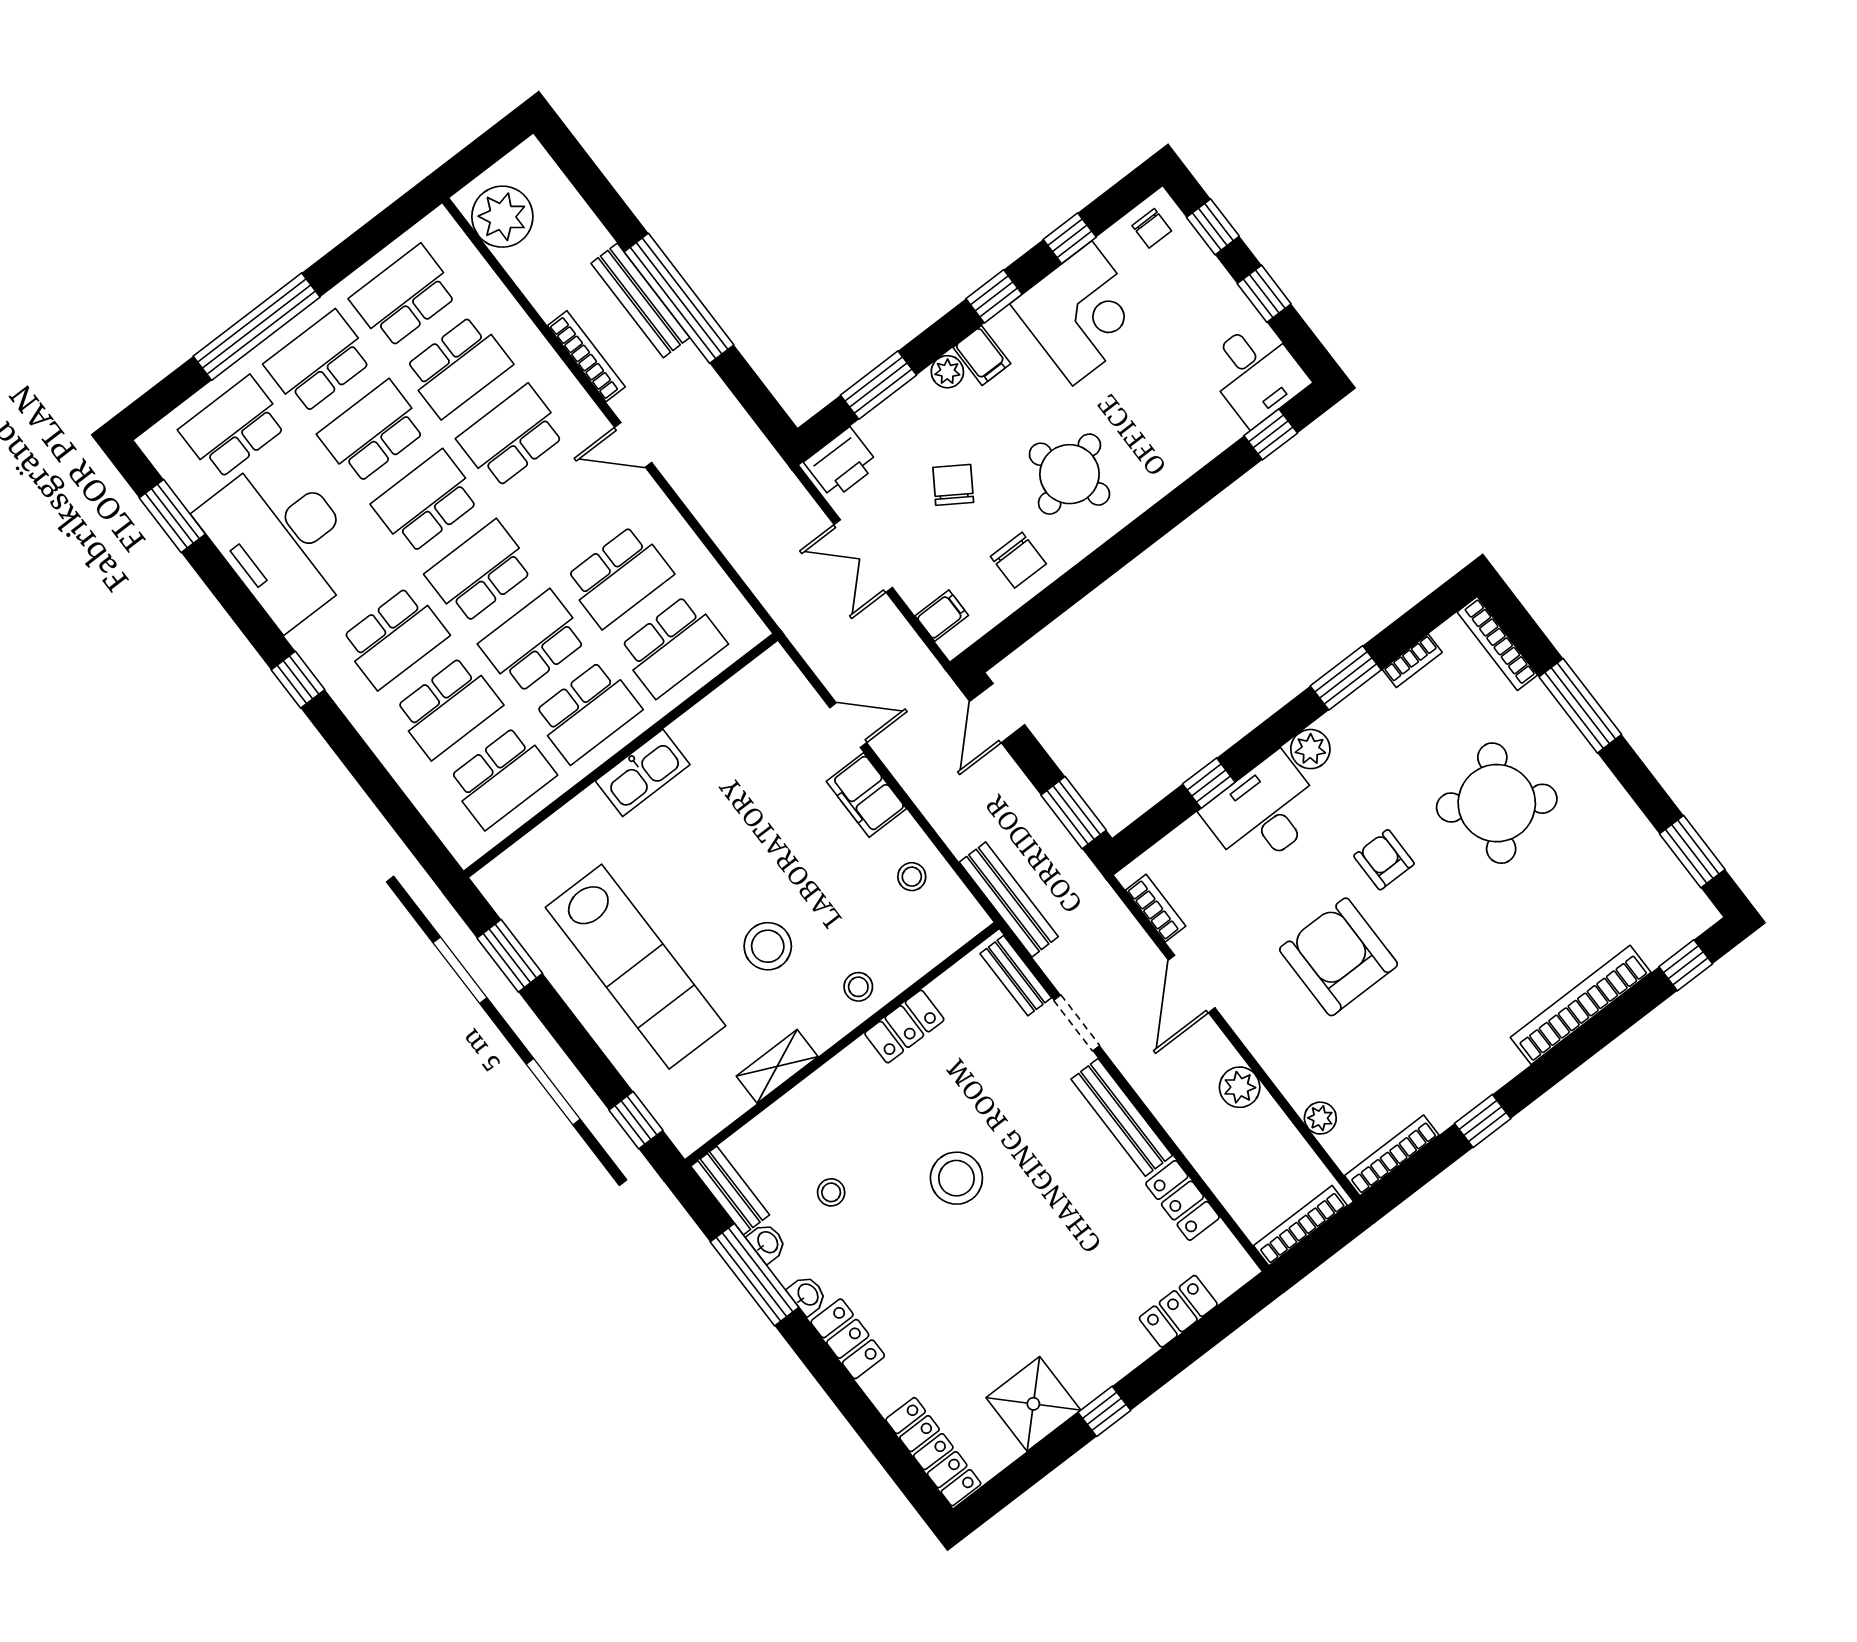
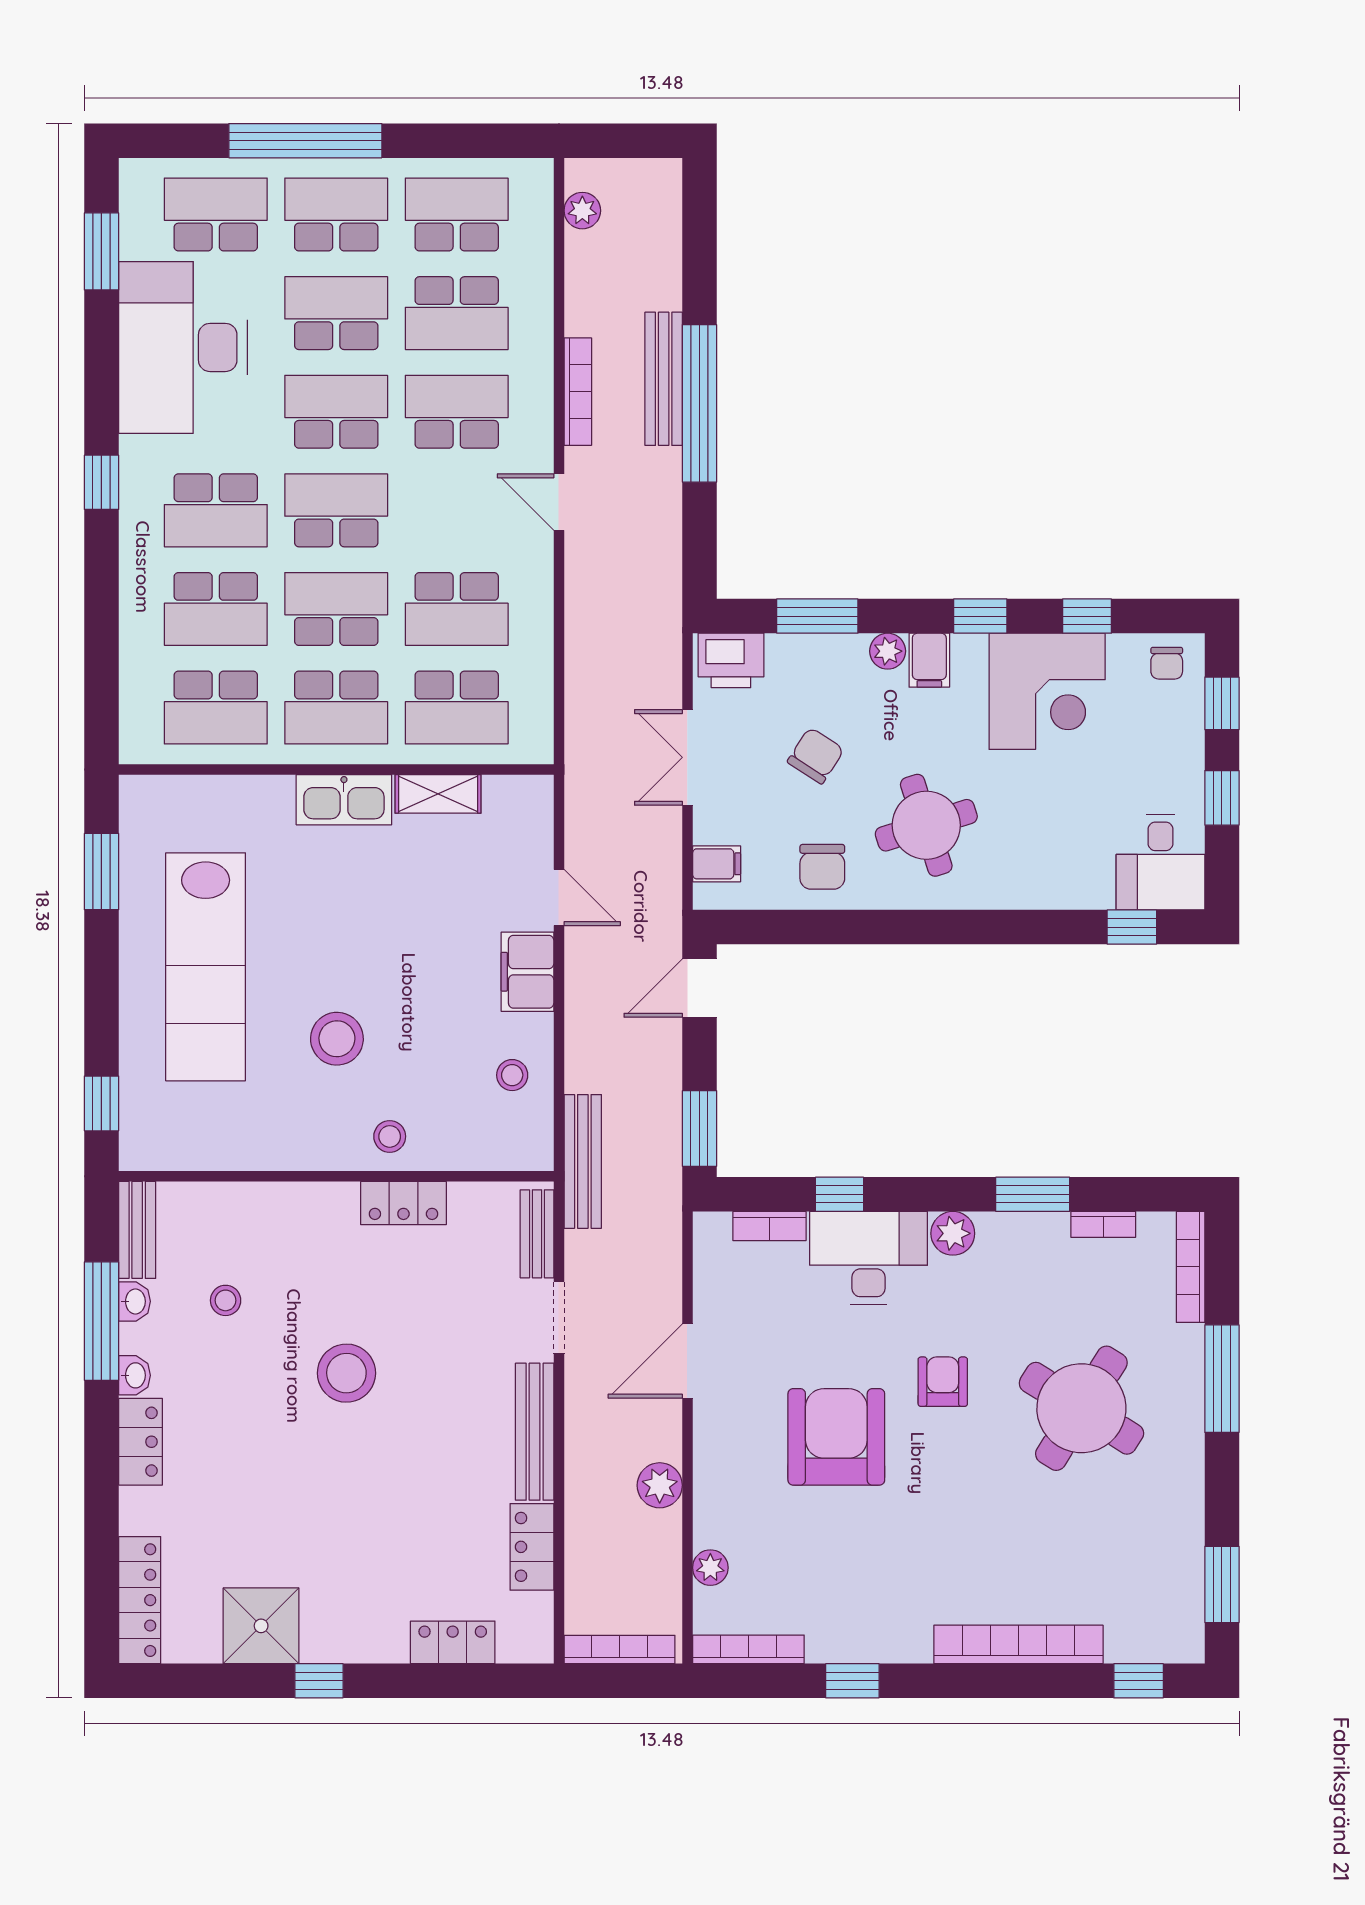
plant: (502, 217) -> (582, 211), width x0.53, depth x0.53
bookcase: (1156, 908) -> (769, 1226), moved, turned 90
shelving: (777, 1066) -> (438, 794), moved

